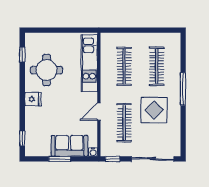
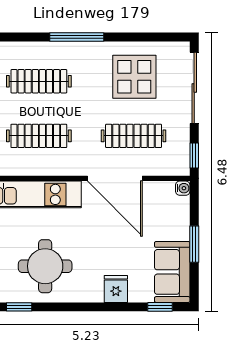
fridge: (33, 99) -> (116, 289), moved
display table: (154, 110) -> (134, 77), moved
door: (99, 112) -> (115, 178), width x1.88
sofa: (69, 146) -> (172, 272), moved

